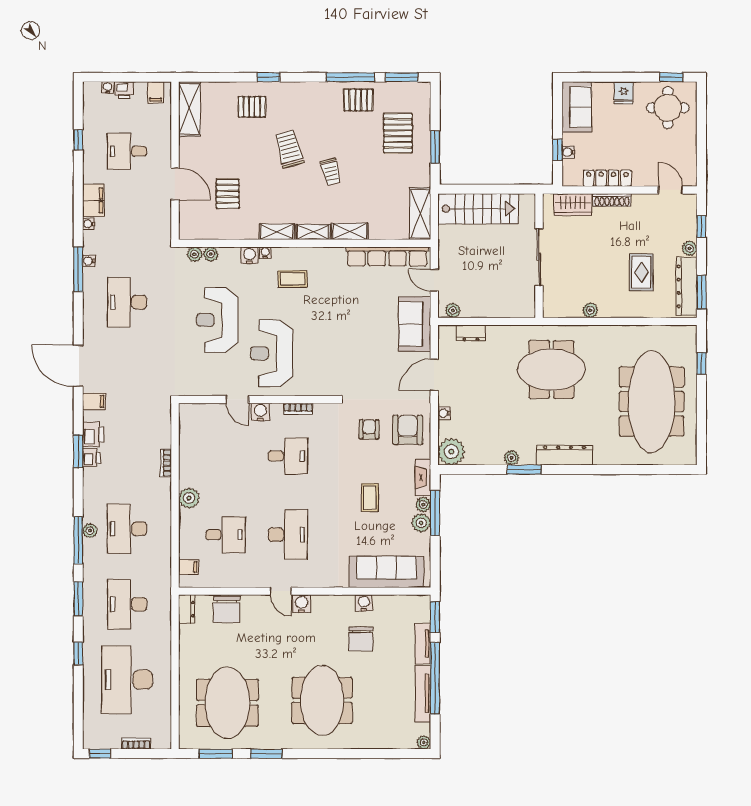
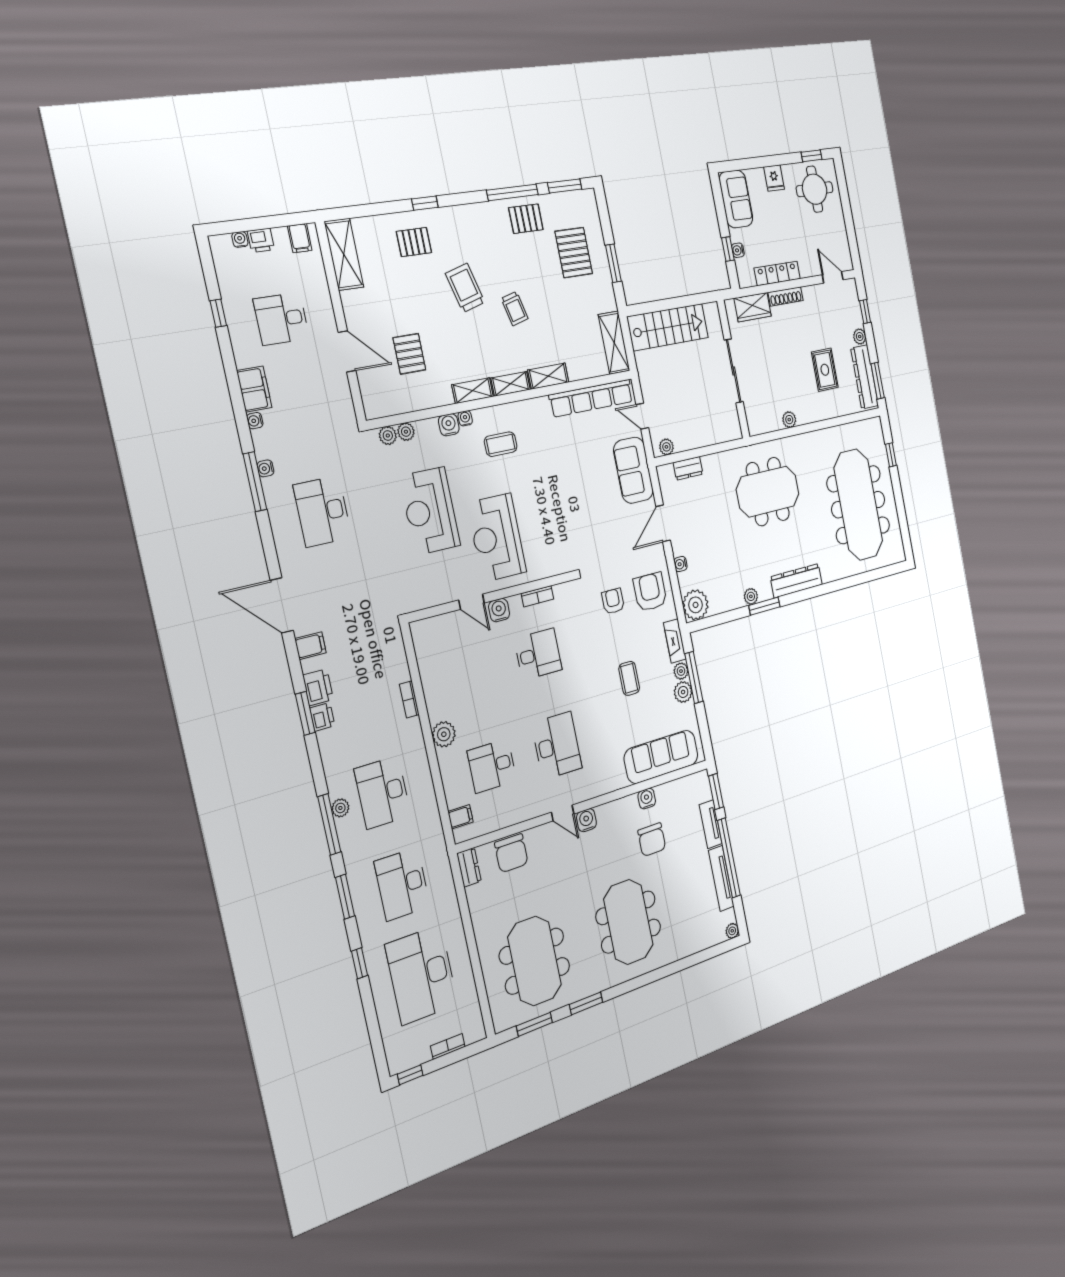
desk: (225, 535) -> (492, 766), turned 180

